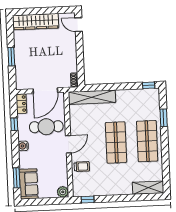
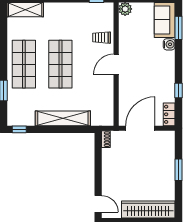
shelving: (92, 97) -> (63, 118), moved
cafe table: (46, 127) -> (141, 86), removed
water cooler: (23, 146) -> (169, 44), moved

